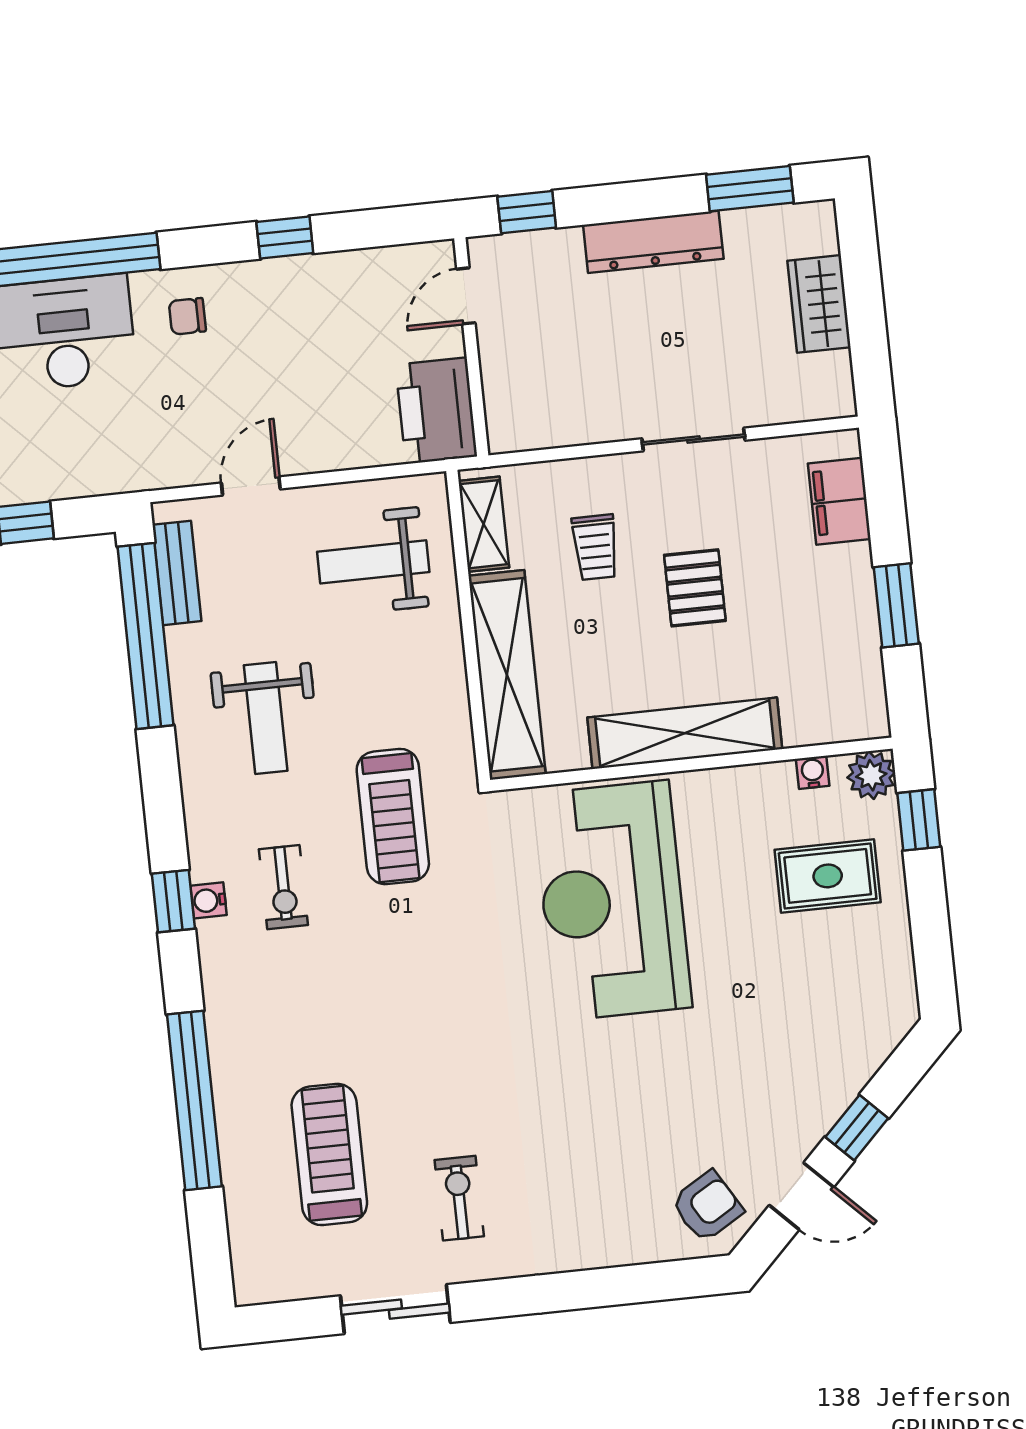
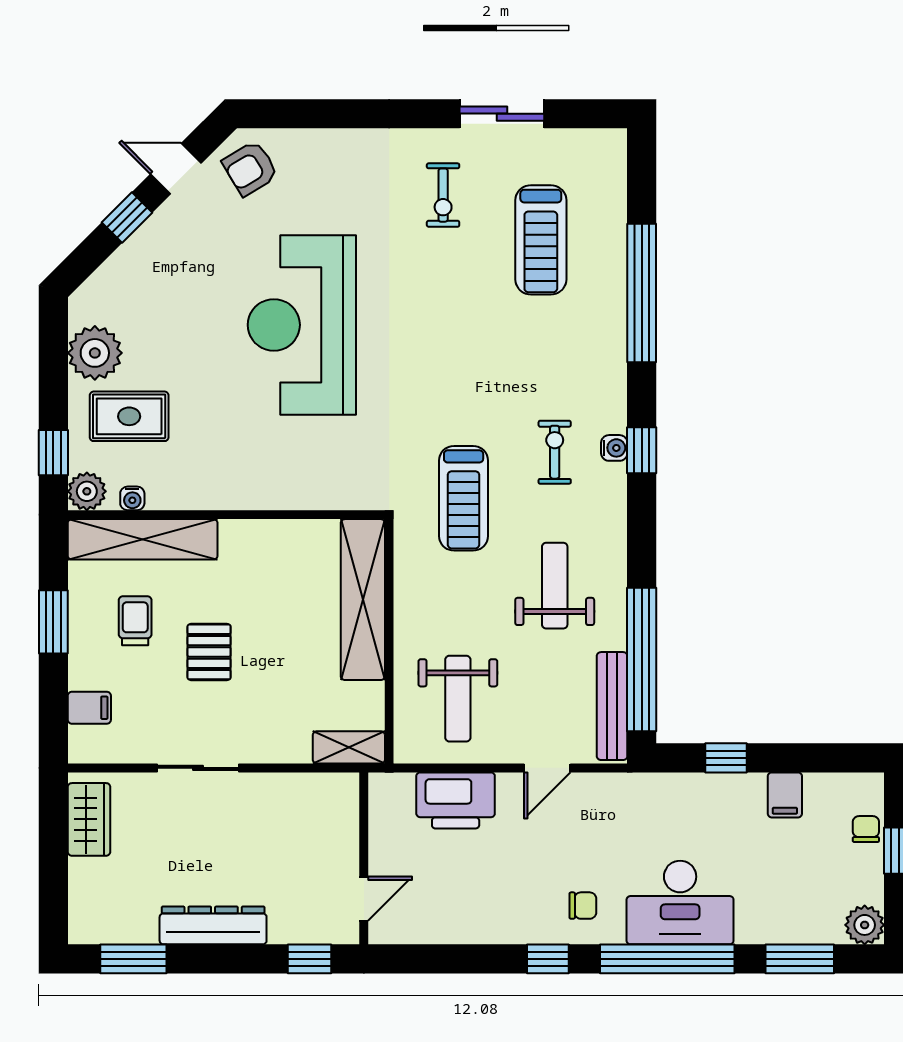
window: (285, 238) -> (548, 959), moved
wardrobe: (819, 304) -> (89, 819), moved
printer: (436, 411) -> (456, 800), moved, turned 90
filing cabinet: (839, 501) -> (89, 708), width x0.50
shelving: (484, 524) -> (349, 747), moved, turned 90
trolley: (595, 547) -> (135, 621), moved
weight bench: (373, 562) -> (458, 699), turned 90
bench: (177, 573) -> (612, 706), width x1.36
shelving: (685, 733) -> (143, 539), moved
treadmill: (393, 817) -> (464, 498), turned 180
reception desk: (612, 901) -> (302, 325), moved, turned 180
plant: (880, 952) -> (95, 353), added

